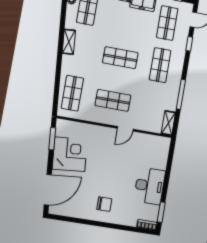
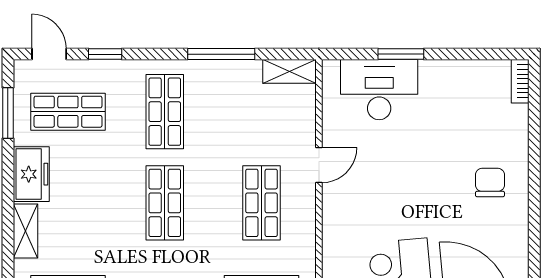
shop shelf: (160, 65) -> (165, 112), turned 90
door: (125, 129) -> (319, 165), hinge flipped
desk: (150, 186) -> (379, 90), moved
window: (161, 212) -> (401, 54), moved

